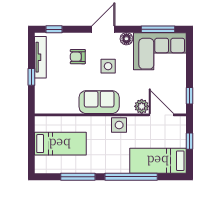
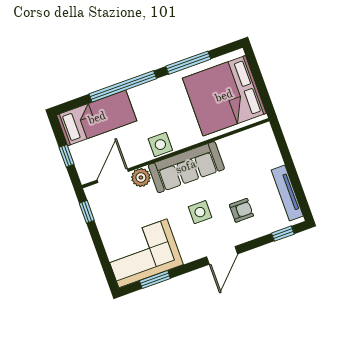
window: (158, 29) -> (155, 280), width x0.69
floor lamp: (126, 39) -> (190, 254), removed
window: (31, 77) -> (290, 165), removed
sofa: (99, 102) -> (186, 167), width x1.36
door: (161, 115) -> (113, 176), swing flipped
bed: (60, 144) -> (224, 96), width x2.04

